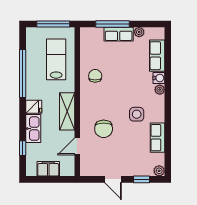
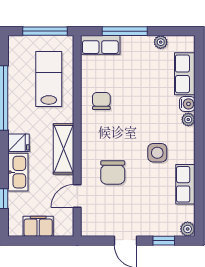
row of seats: (119, 34) -> (100, 45), moved

